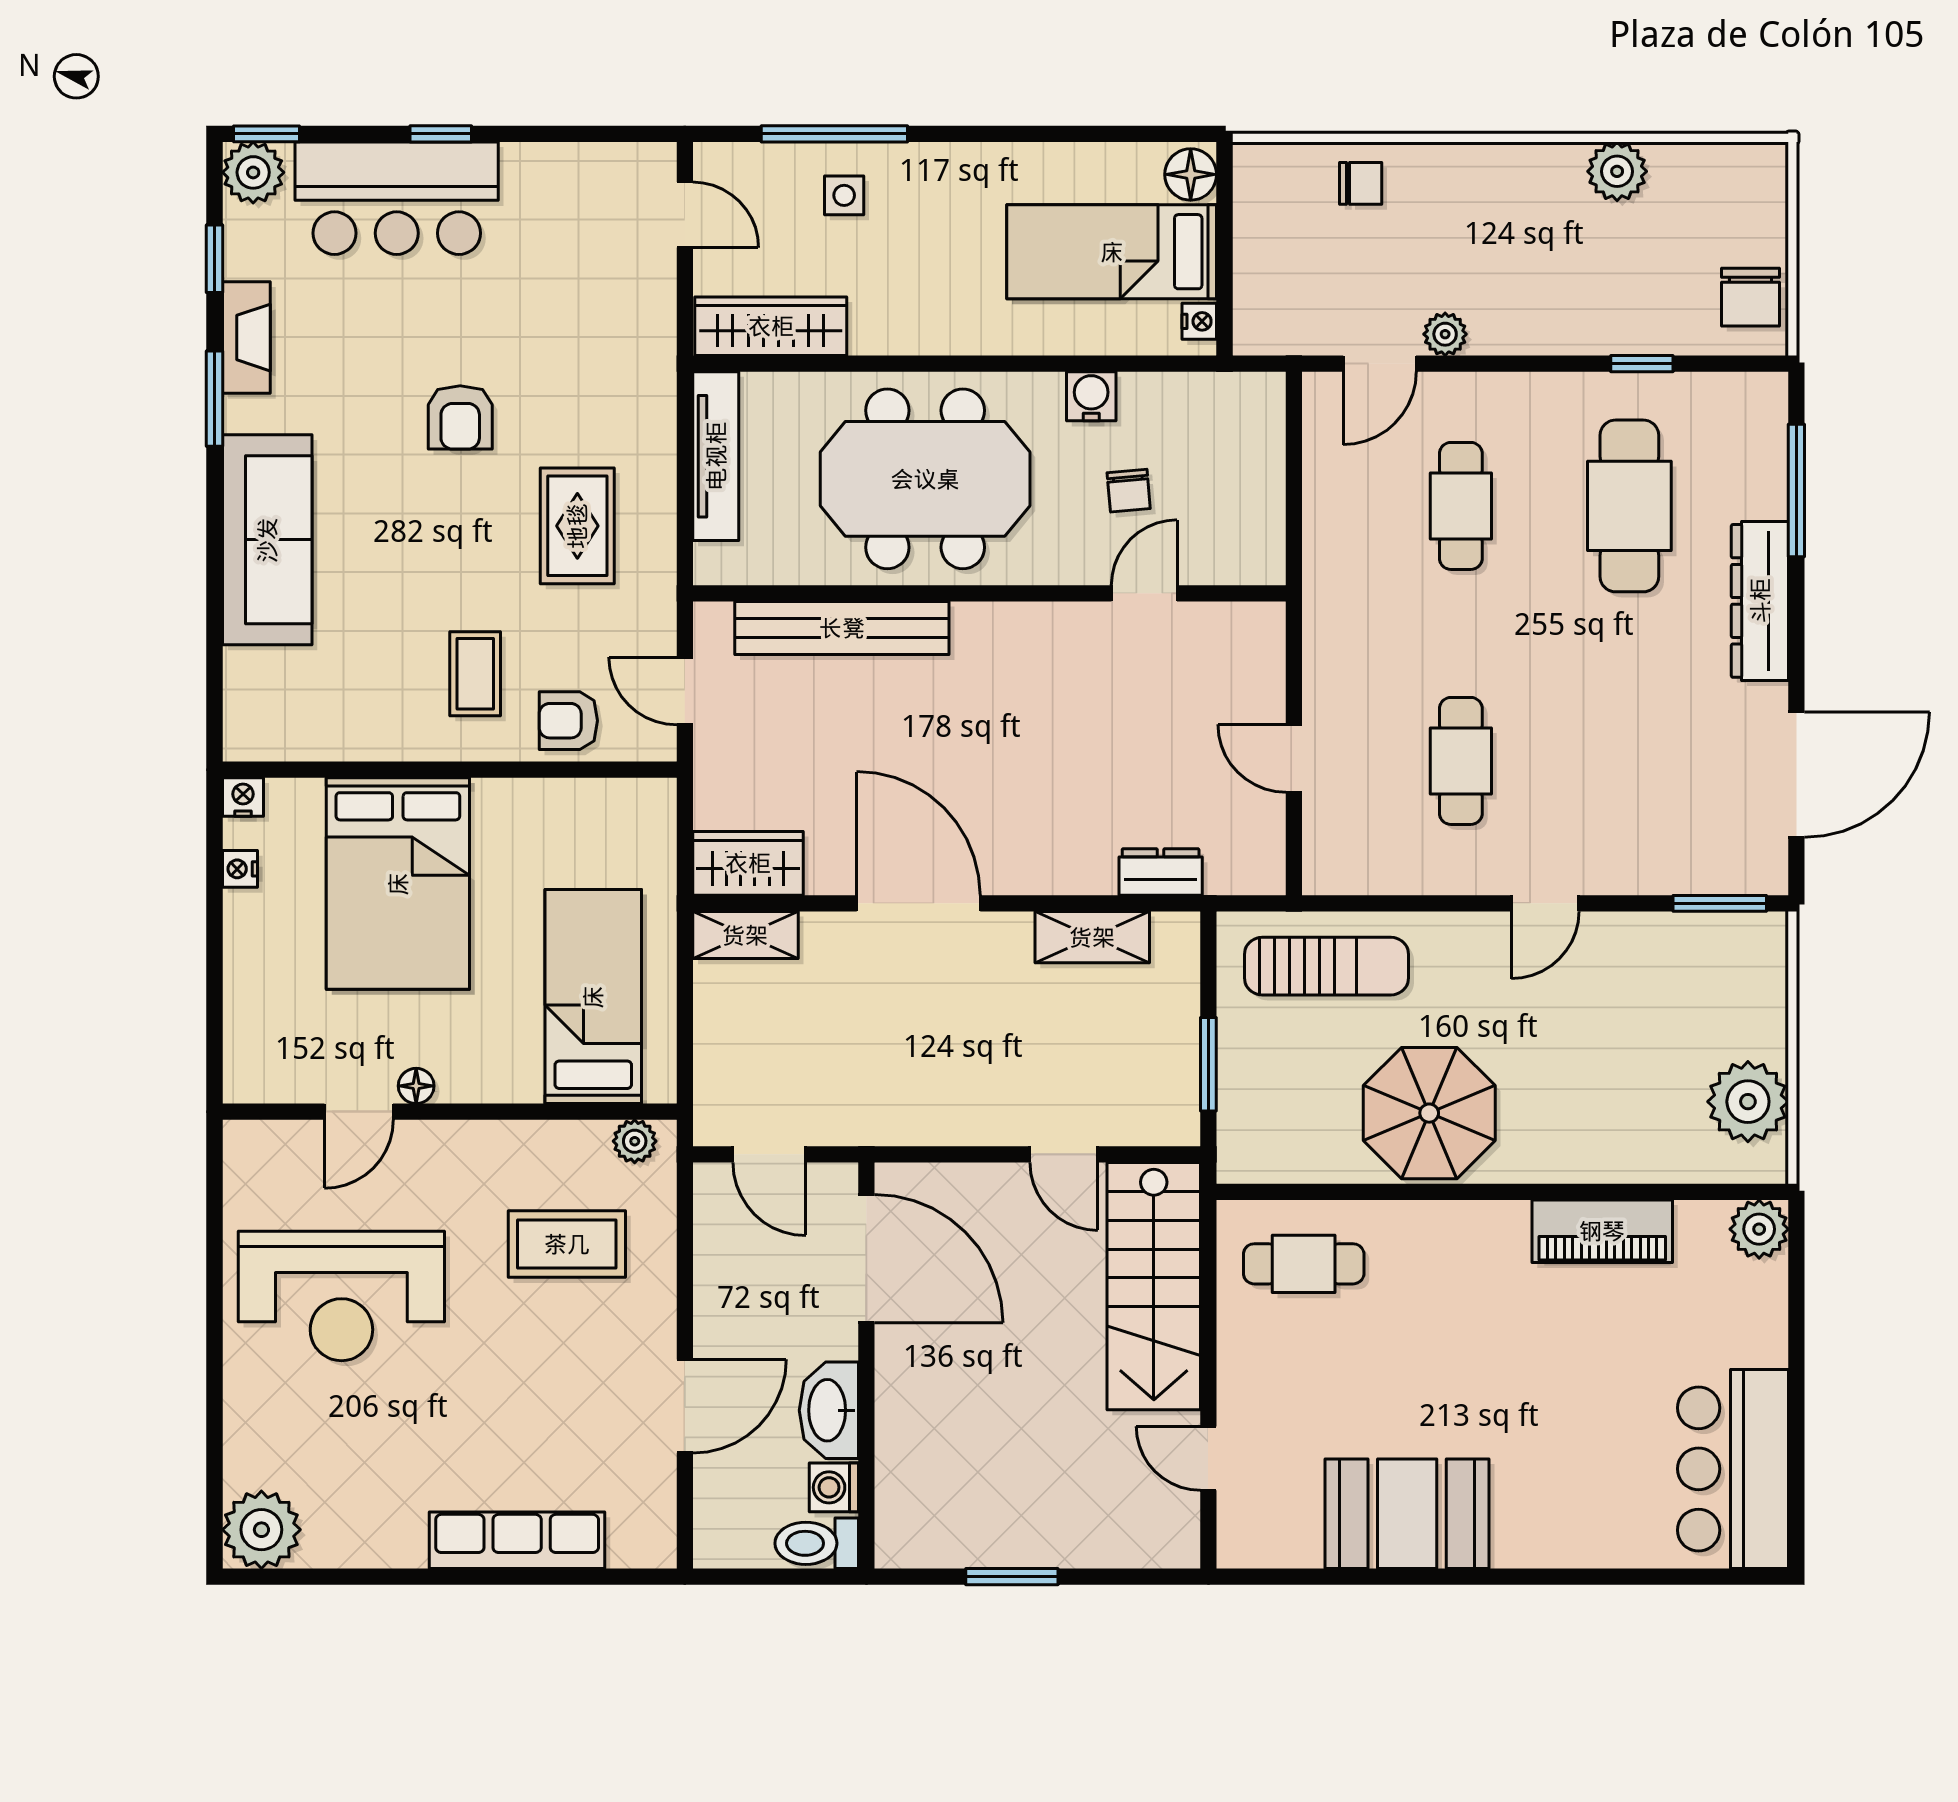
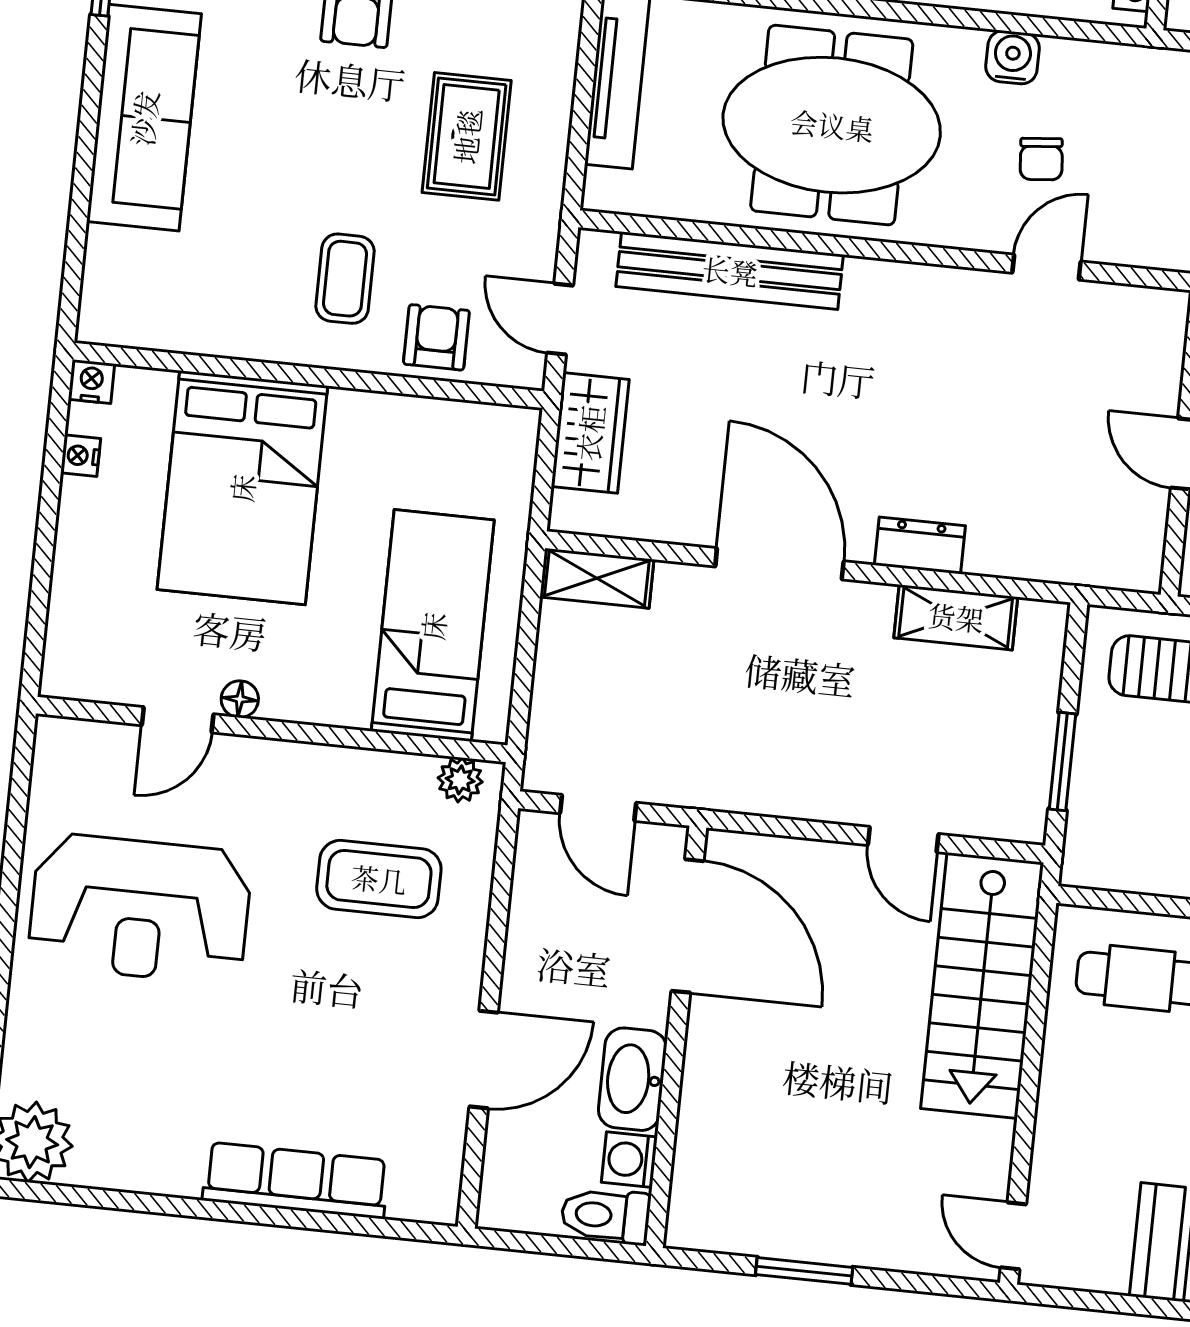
armchair: (568, 721) -> (436, 337), turned 90
wardrobe: (748, 863) -> (590, 433), moved, turned 90
dresser: (1161, 872) -> (920, 545), moved
door: (1208, 1458) -> (1013, 1236), moved

